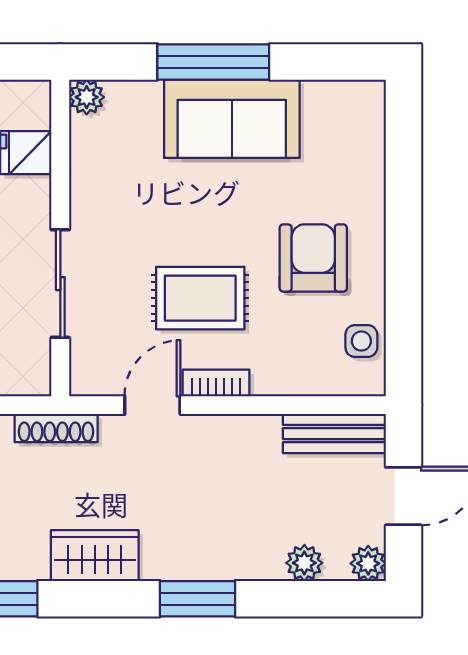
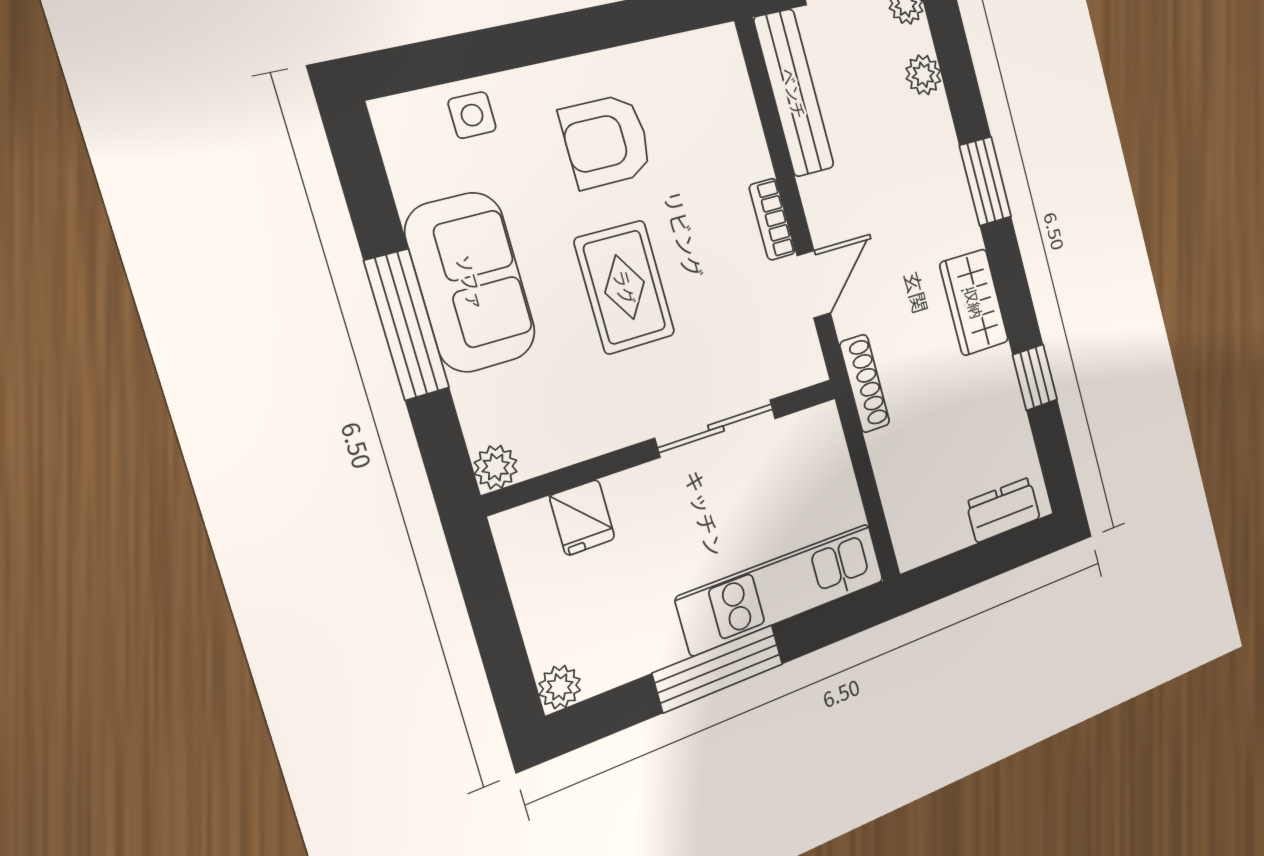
rug: (200, 298) -> (625, 287), moved
side table: (361, 341) -> (472, 115), moved
door: (152, 405) -> (814, 284), swing flipped
bench: (334, 434) -> (794, 93), width x1.36

